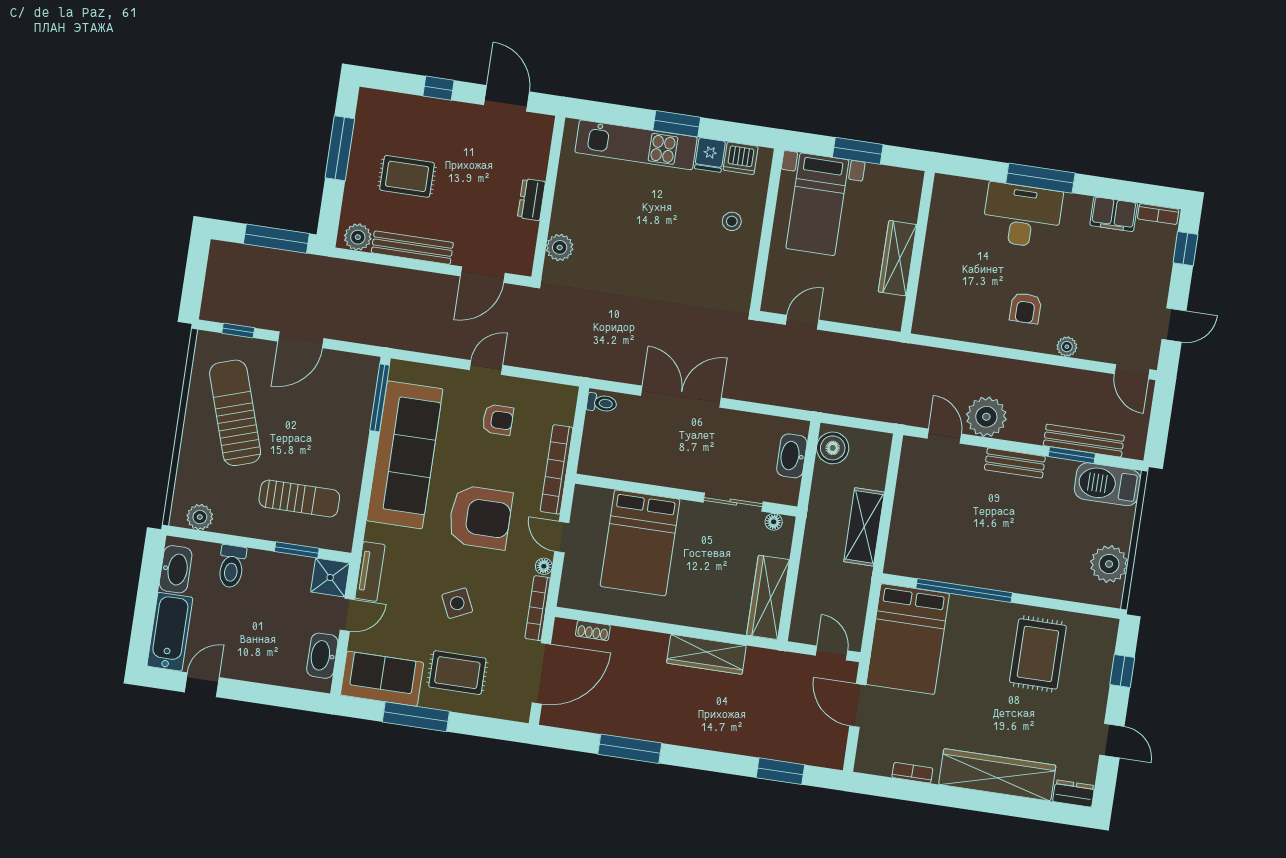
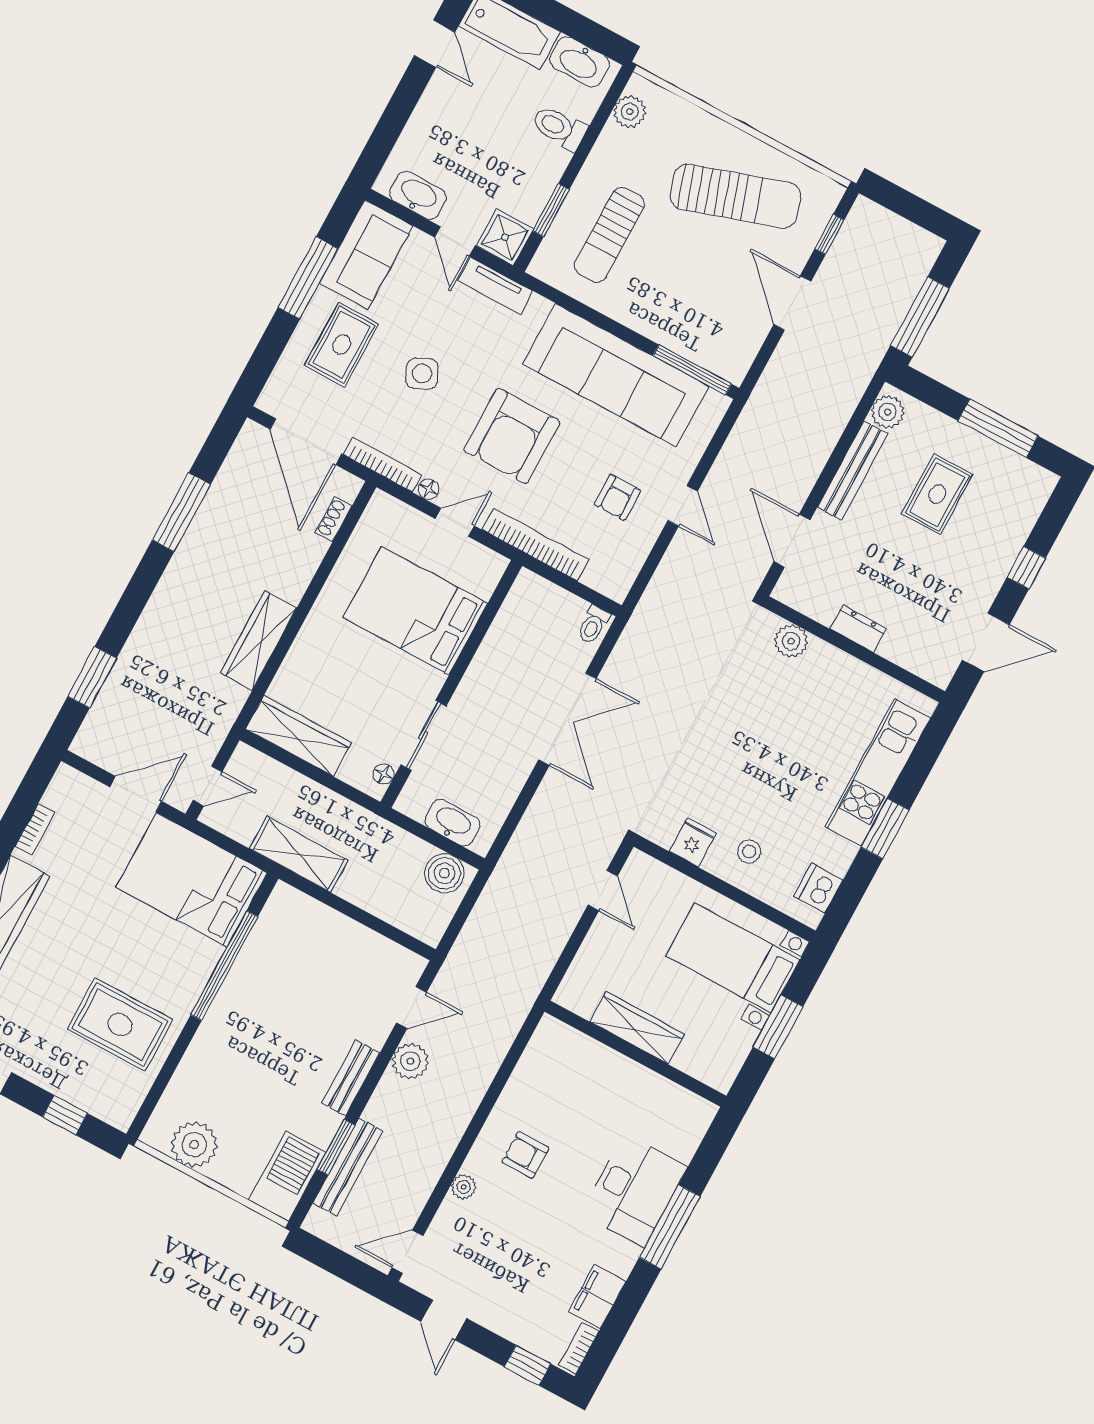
fridge: (710, 155) -> (693, 842), moved, turned 90
plant: (986, 417) -> (410, 1061), width x0.73, depth x0.73
shelving: (864, 527) -> (299, 854), moved

